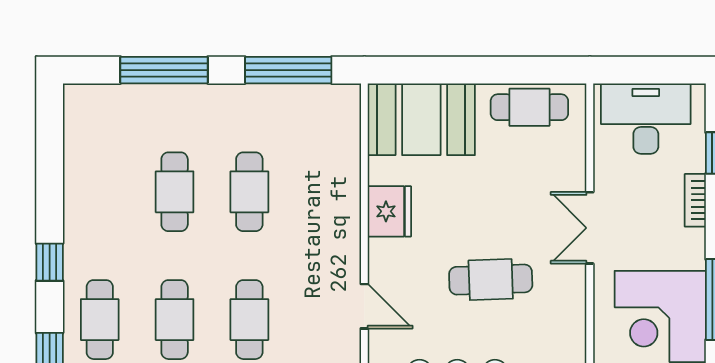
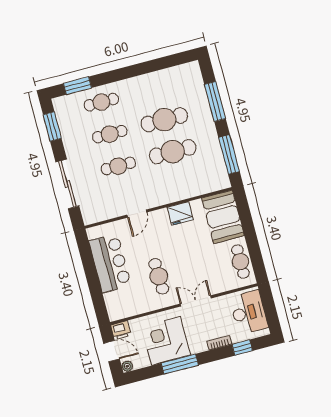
cafe table: (175, 192) -> (164, 120), width x1.37, depth x1.35
cafe table: (249, 192) -> (173, 152), width x1.37, depth x1.35
window: (50, 262) -> (120, 74), removed
cafe table: (491, 280) -> (159, 276), moved

